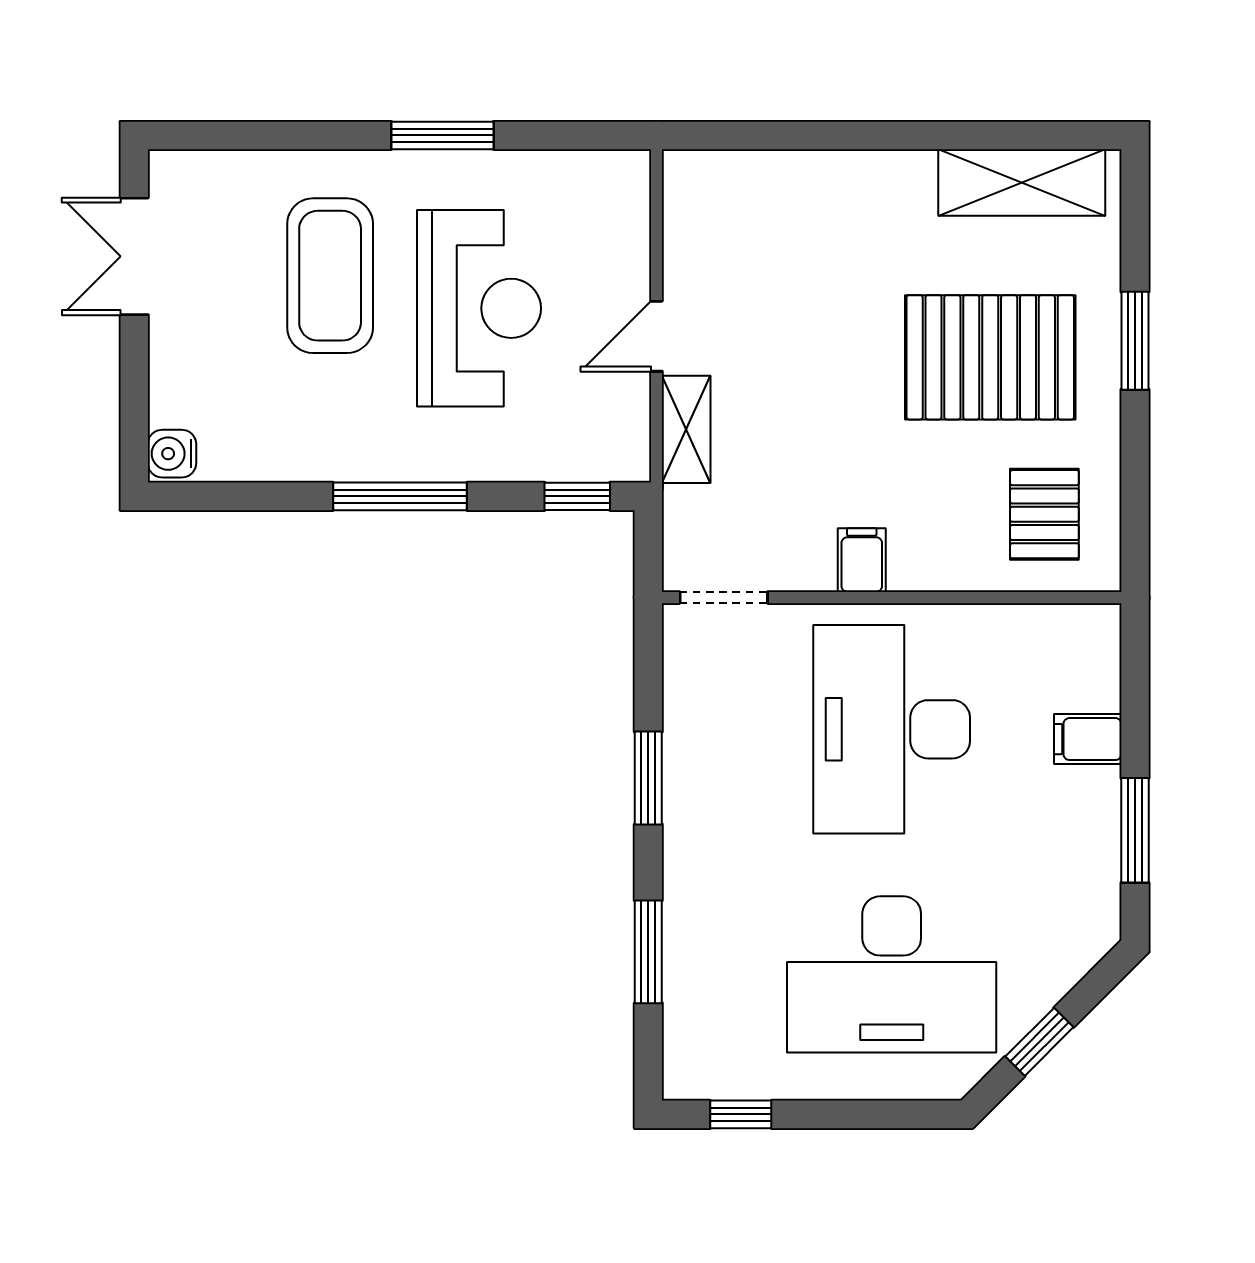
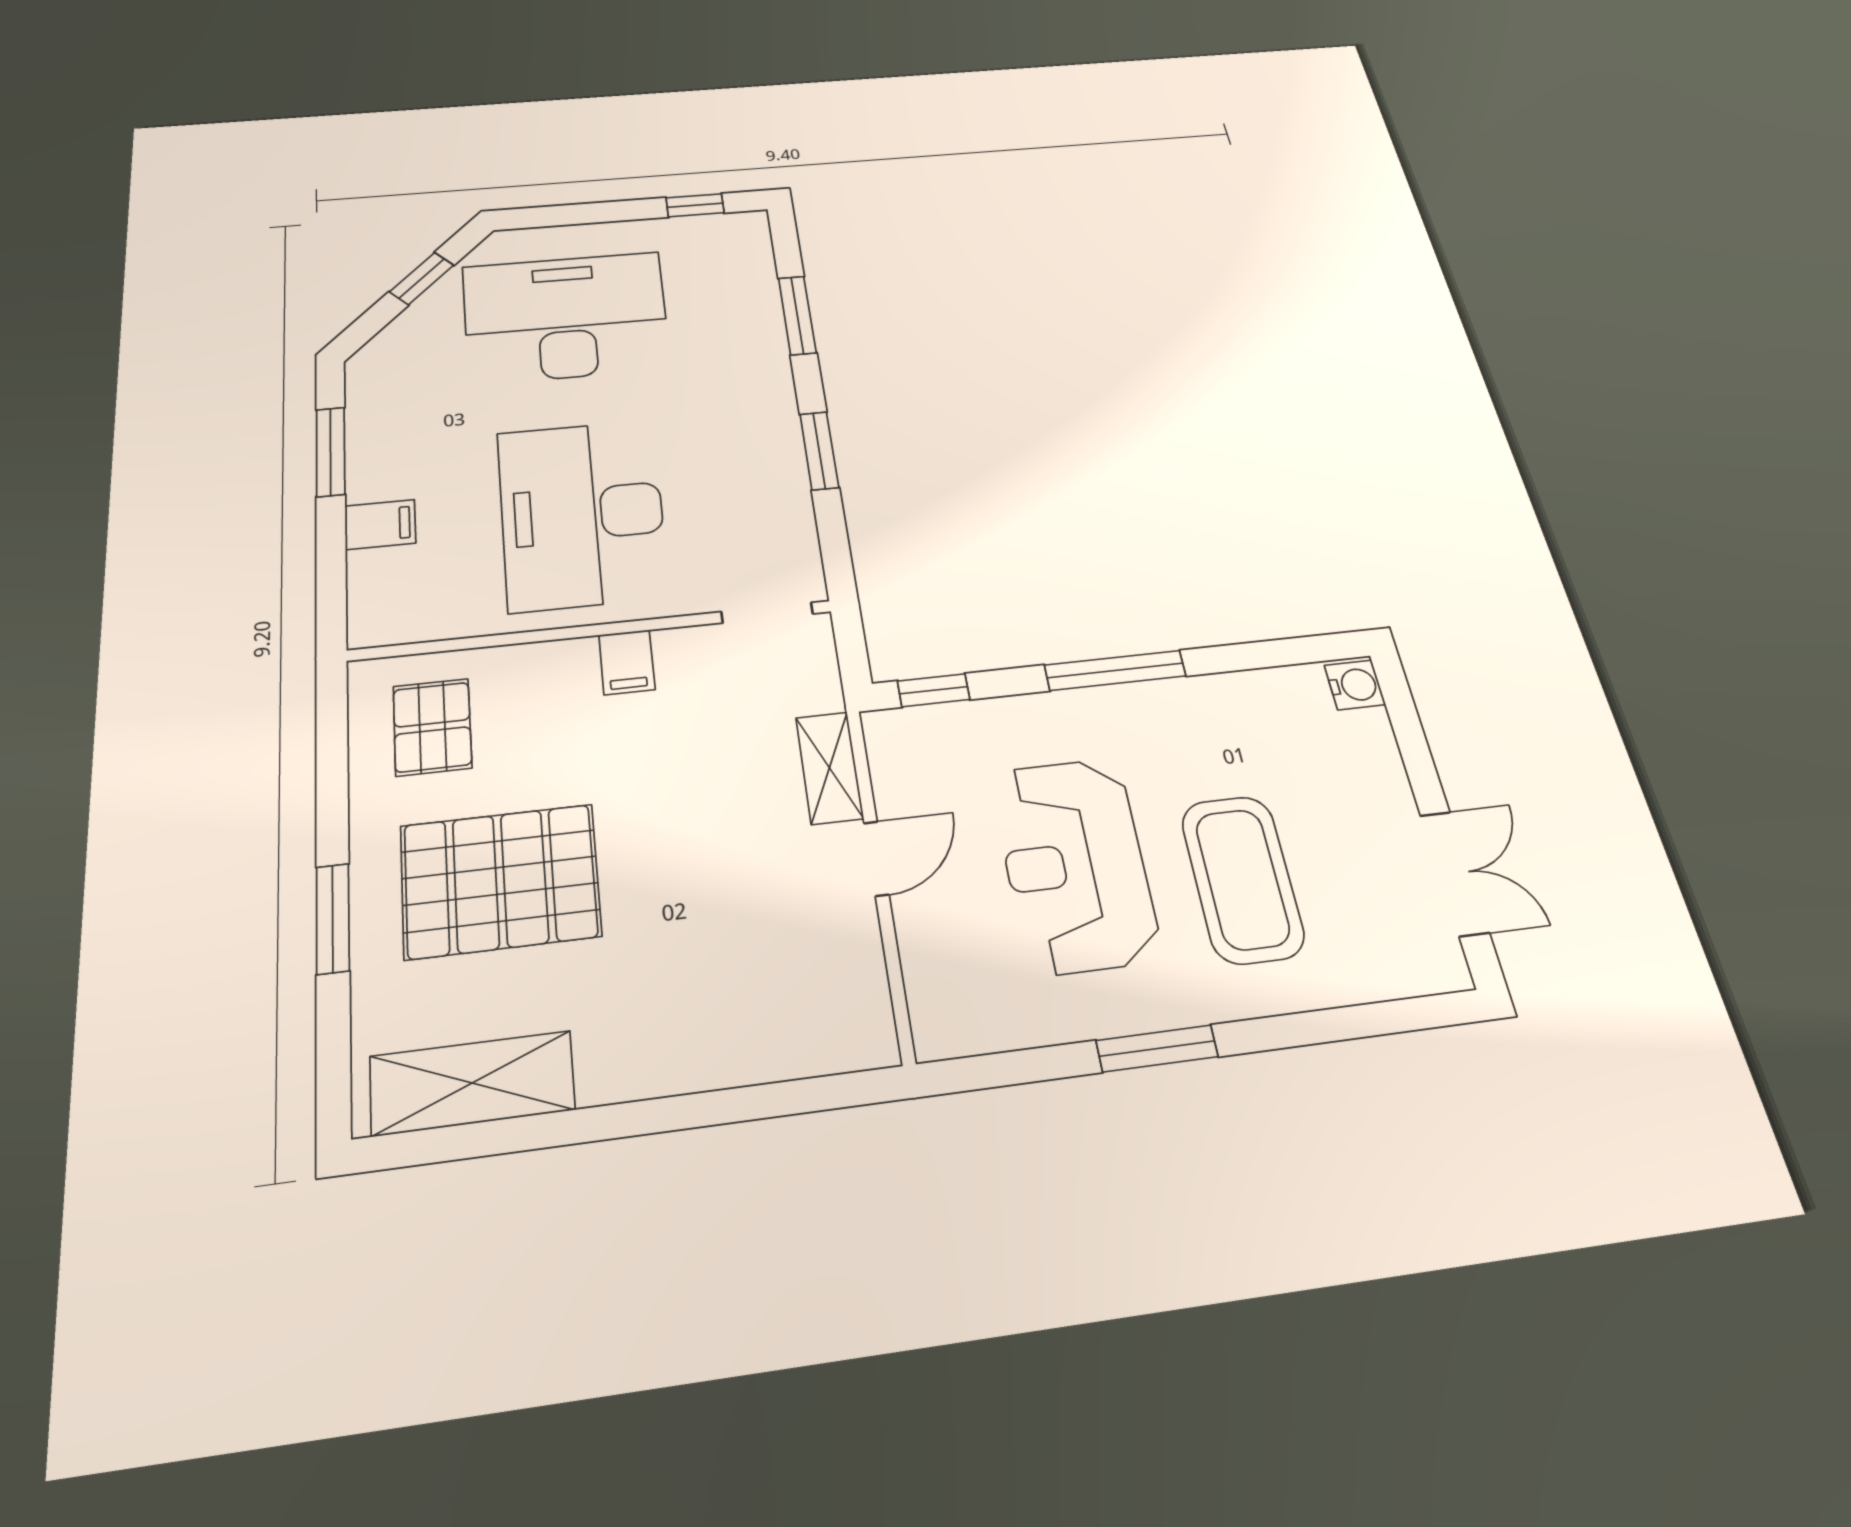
desk: (892, 729) -> (582, 514), turned 180

